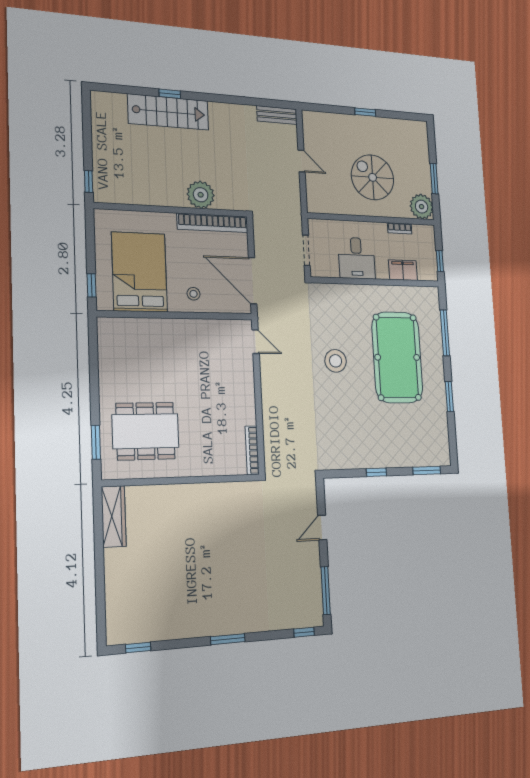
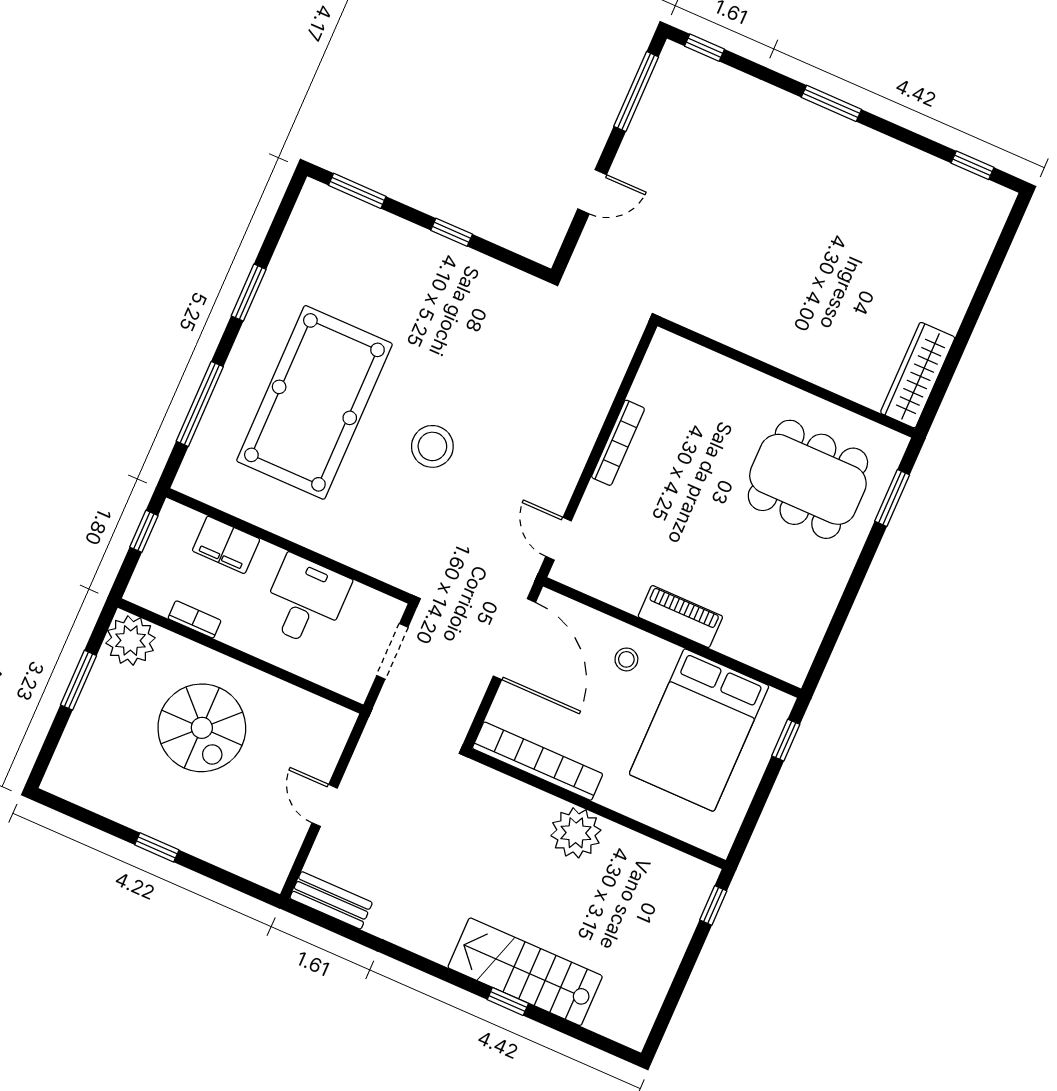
plant: (201, 195) -> (576, 833), moved
piano: (177, 328) -> (680, 617), added
bookcase: (252, 450) -> (618, 443), moved

